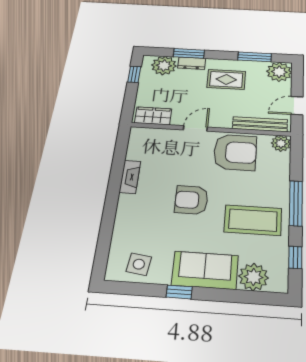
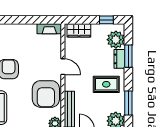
rug: (226, 79) -> (106, 84), turned 90
wardrobe: (153, 116) -> (79, 30), moved, turned 90
fireplace: (130, 177) -> (49, 29), moved

